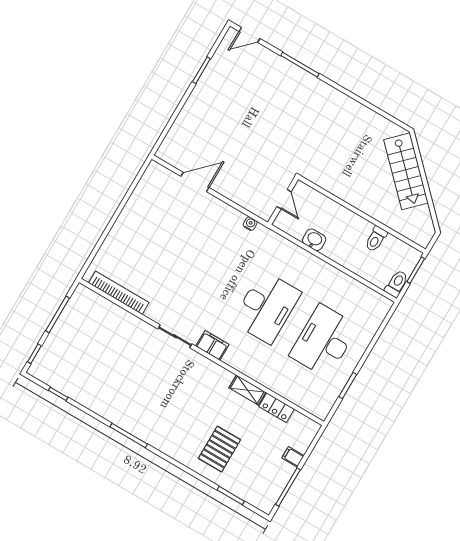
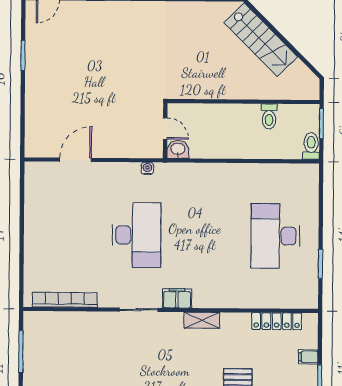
washbasin: (314, 240) -> (178, 149), moved
desk: (267, 307) -> (136, 235), moved
shelving: (247, 390) -> (202, 320), moved
locker: (277, 408) -> (277, 321), width x1.53

